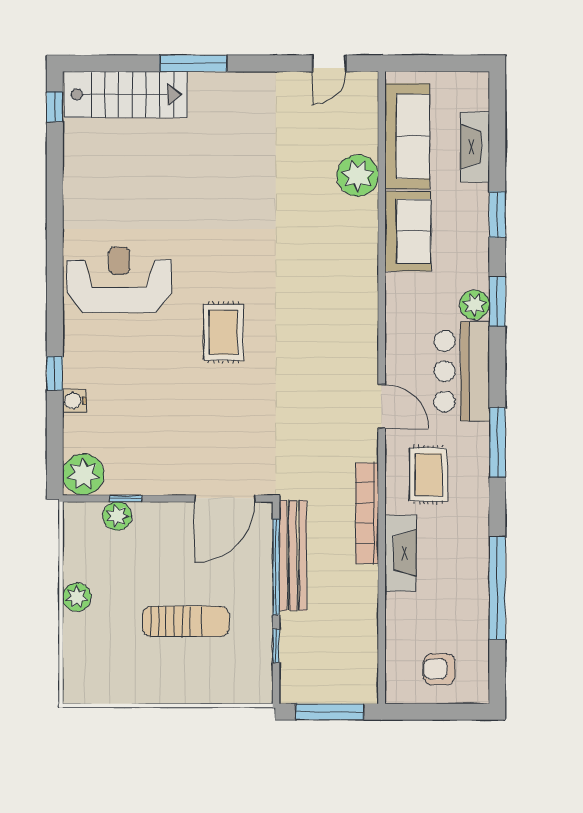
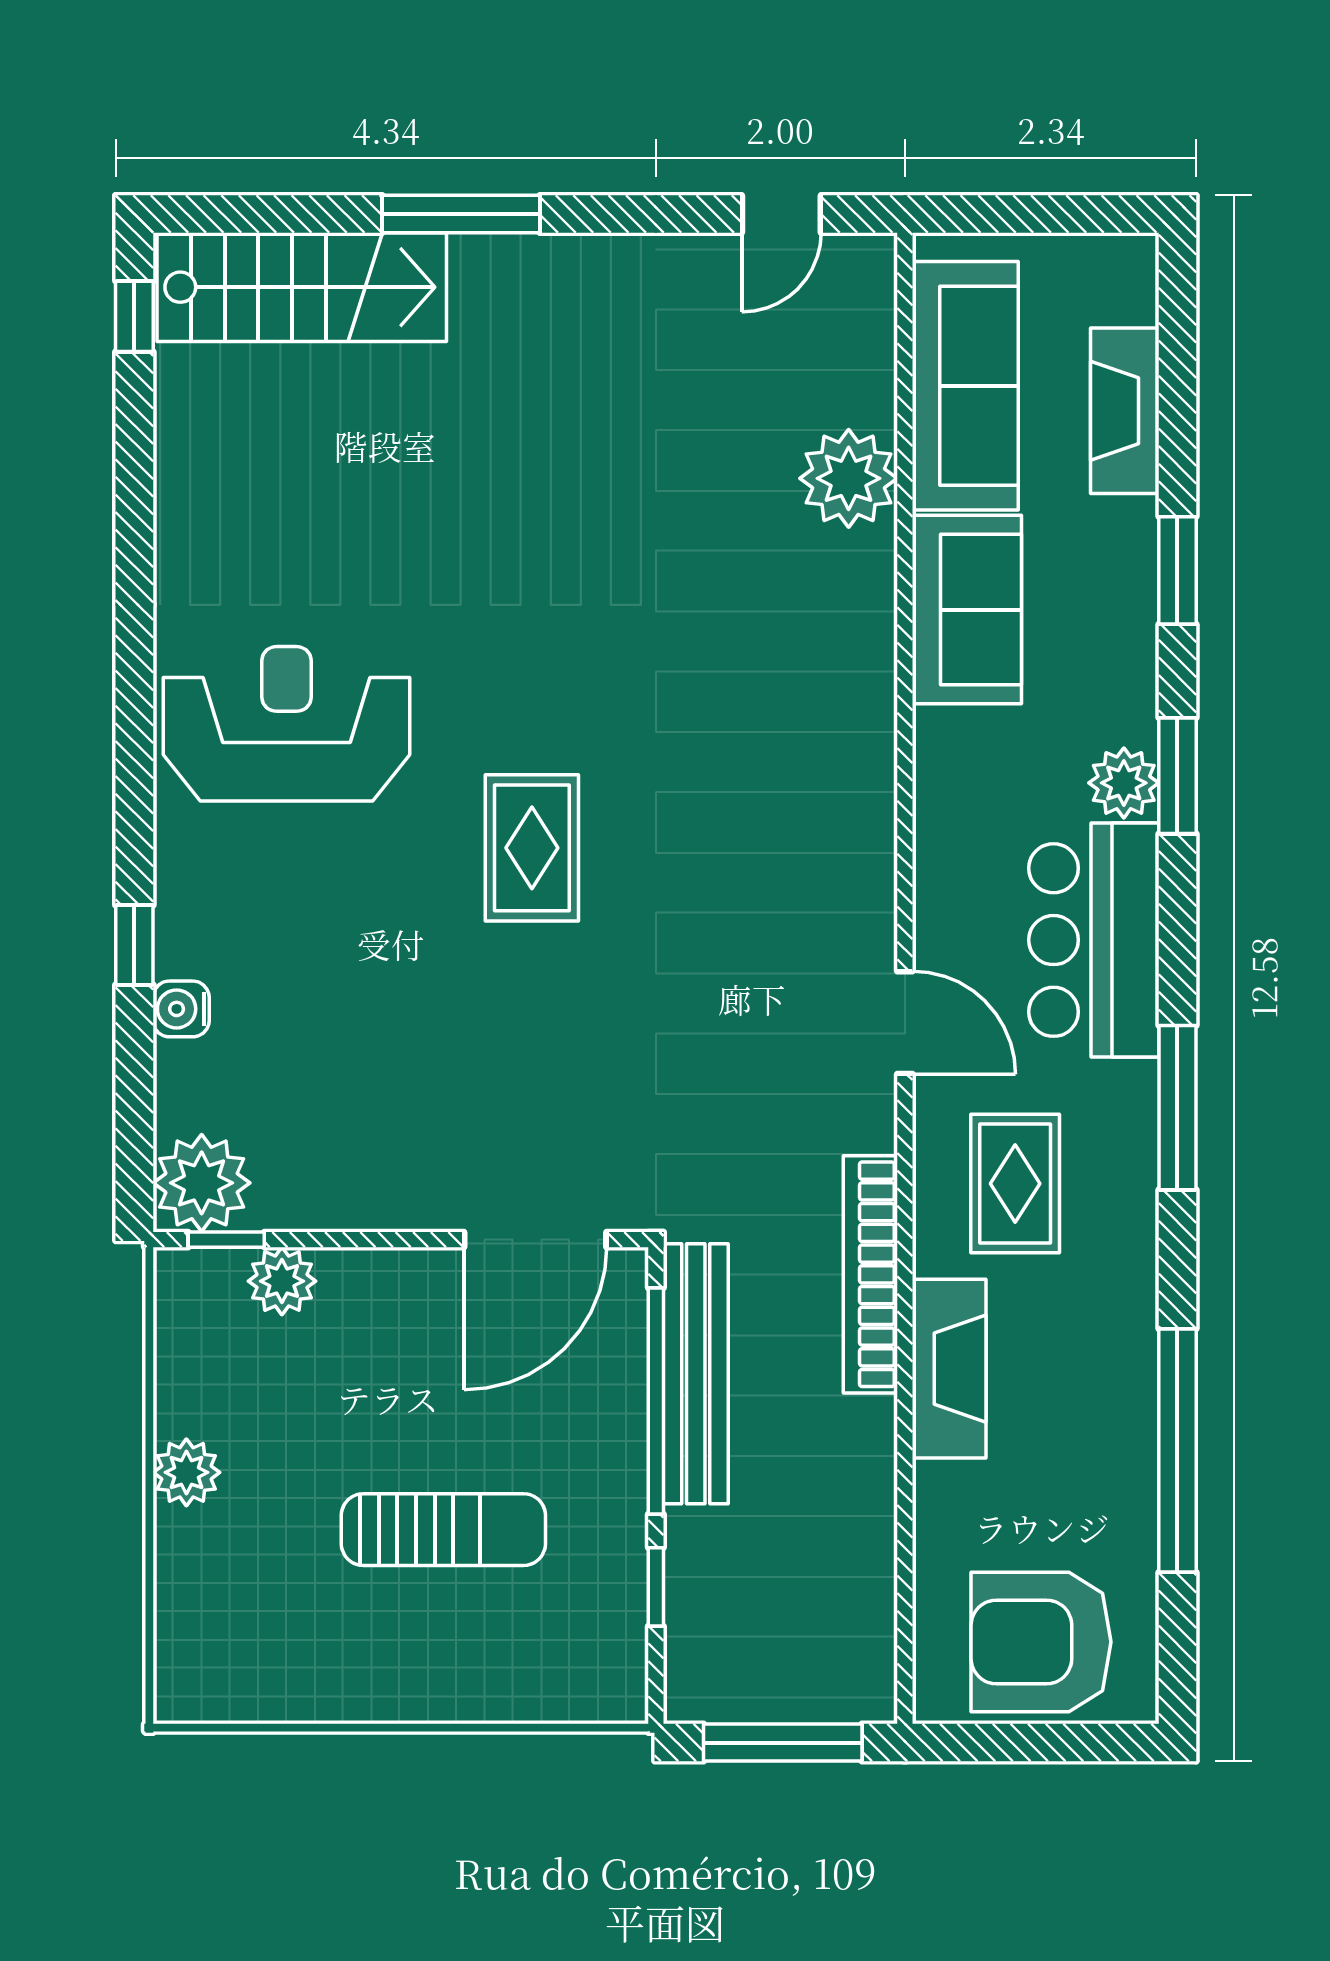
window: (126, 498) -> (226, 1240), moved
armchair: (439, 669) -> (1041, 1642), width x1.88, depth x1.88

